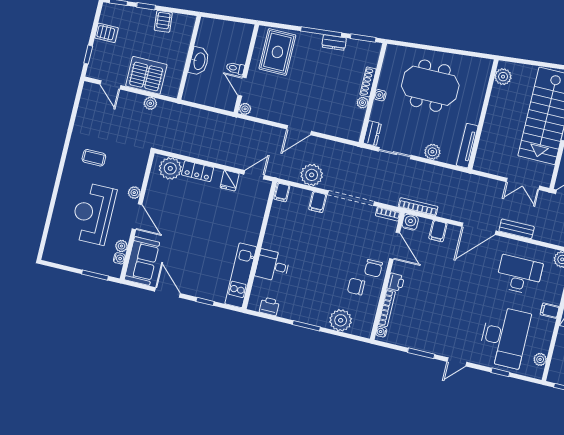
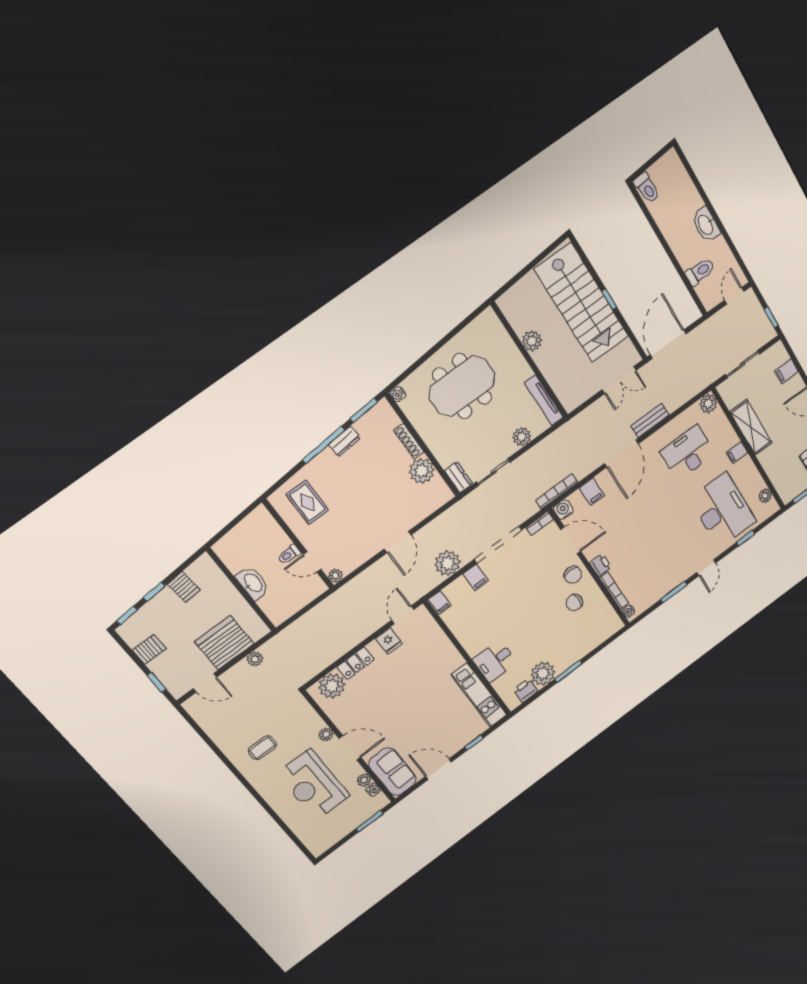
rug: (277, 52) -> (307, 502), width x0.73, depth x0.70
plant: (503, 77) -> (532, 341), moved
water cooler: (380, 95) -> (398, 394), moved
plant: (362, 103) -> (422, 471), width x1.88, depth x1.88
plant: (341, 320) -> (543, 674), moved

